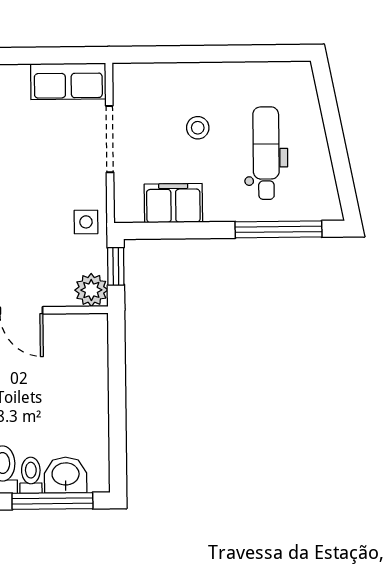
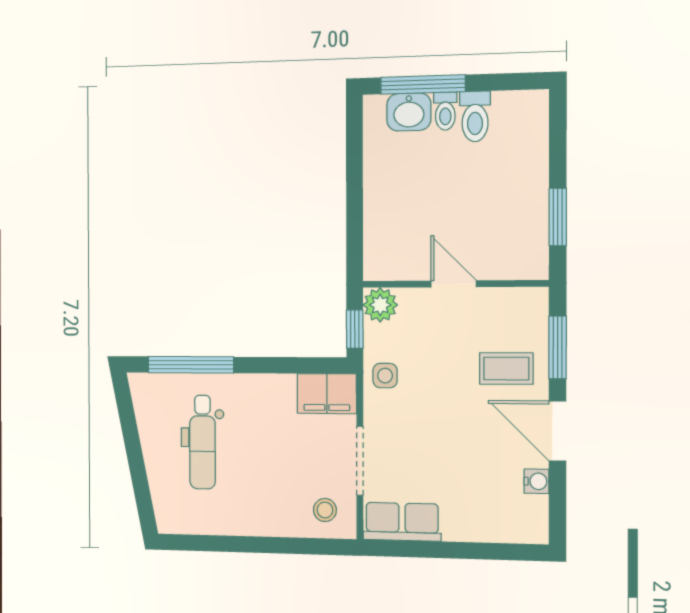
stool: (198, 128) -> (325, 510), moved
filing cabinet: (173, 203) -> (327, 394), moved

